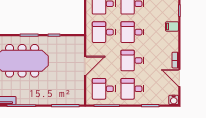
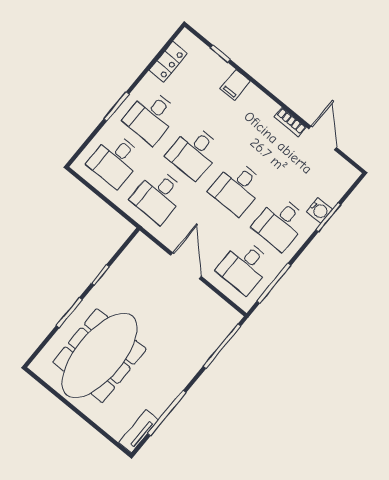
door: (179, 78) -> (323, 138), swing flipped
water cooler: (174, 100) -> (319, 210), moved

